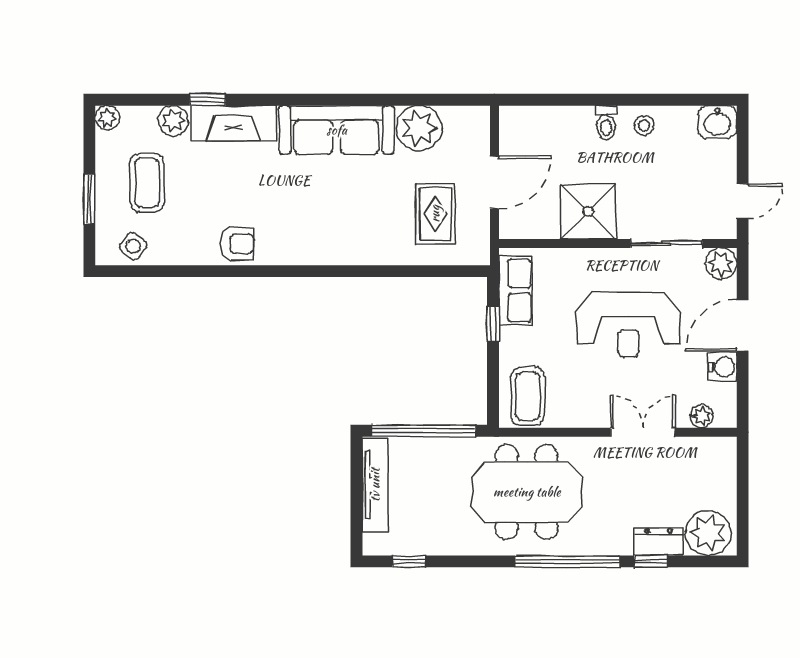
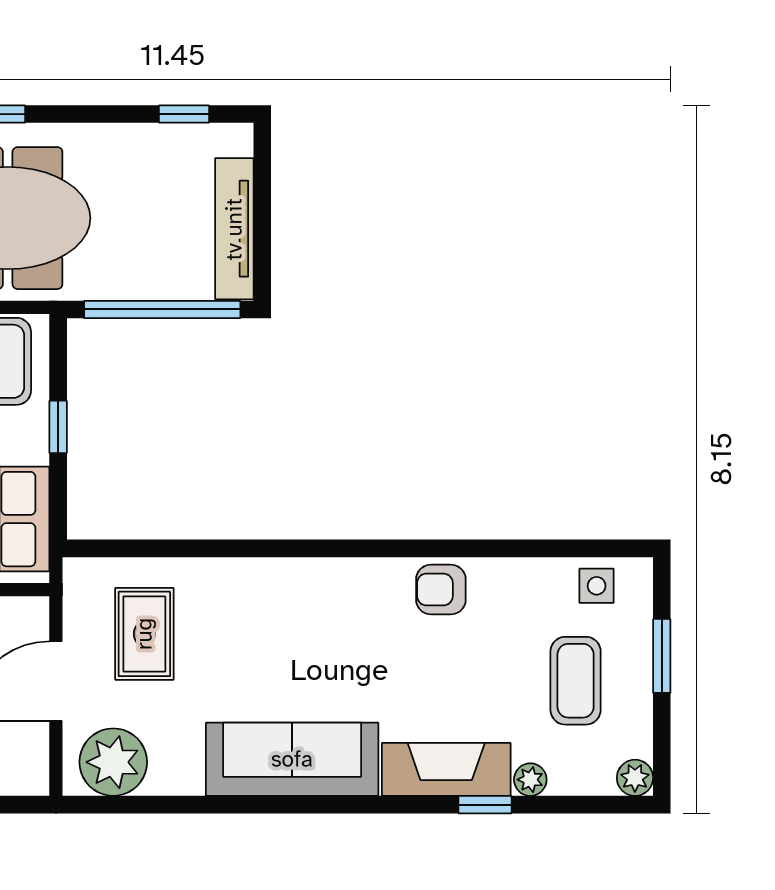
plant: (173, 121) -> (530, 780), width x0.73, depth x0.73
plant: (419, 128) -> (113, 762), moved
side table: (133, 246) -> (597, 586), turned -35
window: (493, 324) -> (58, 427), moved

